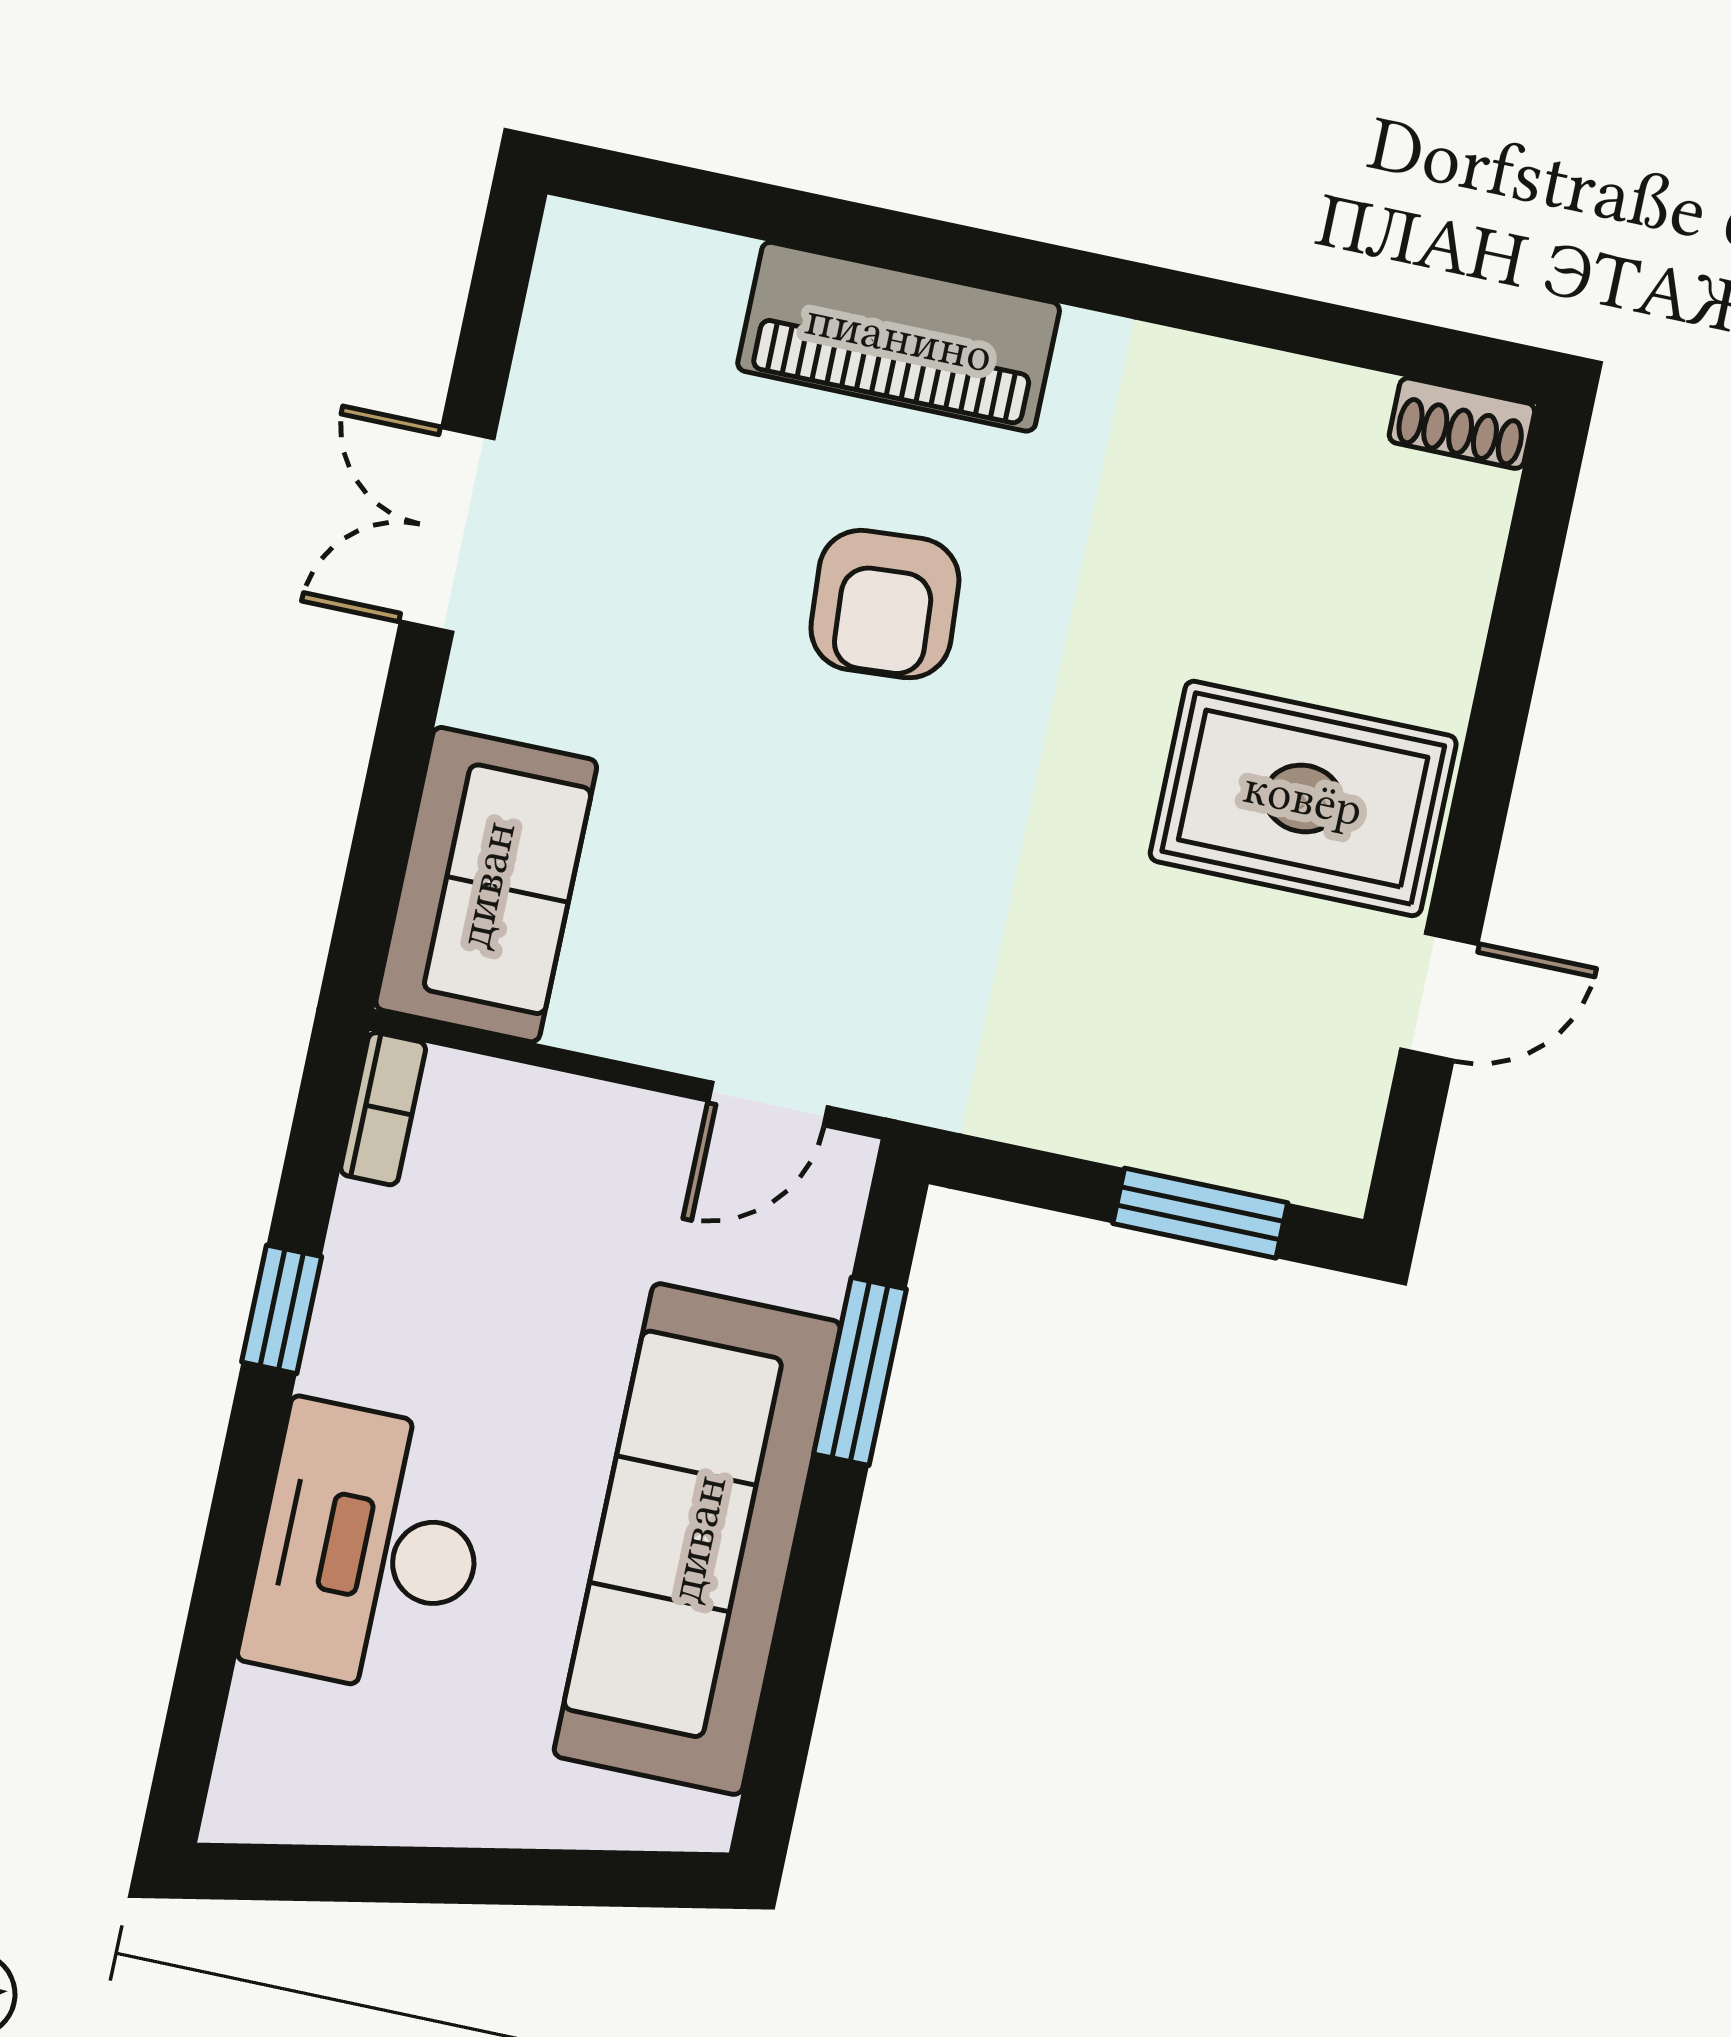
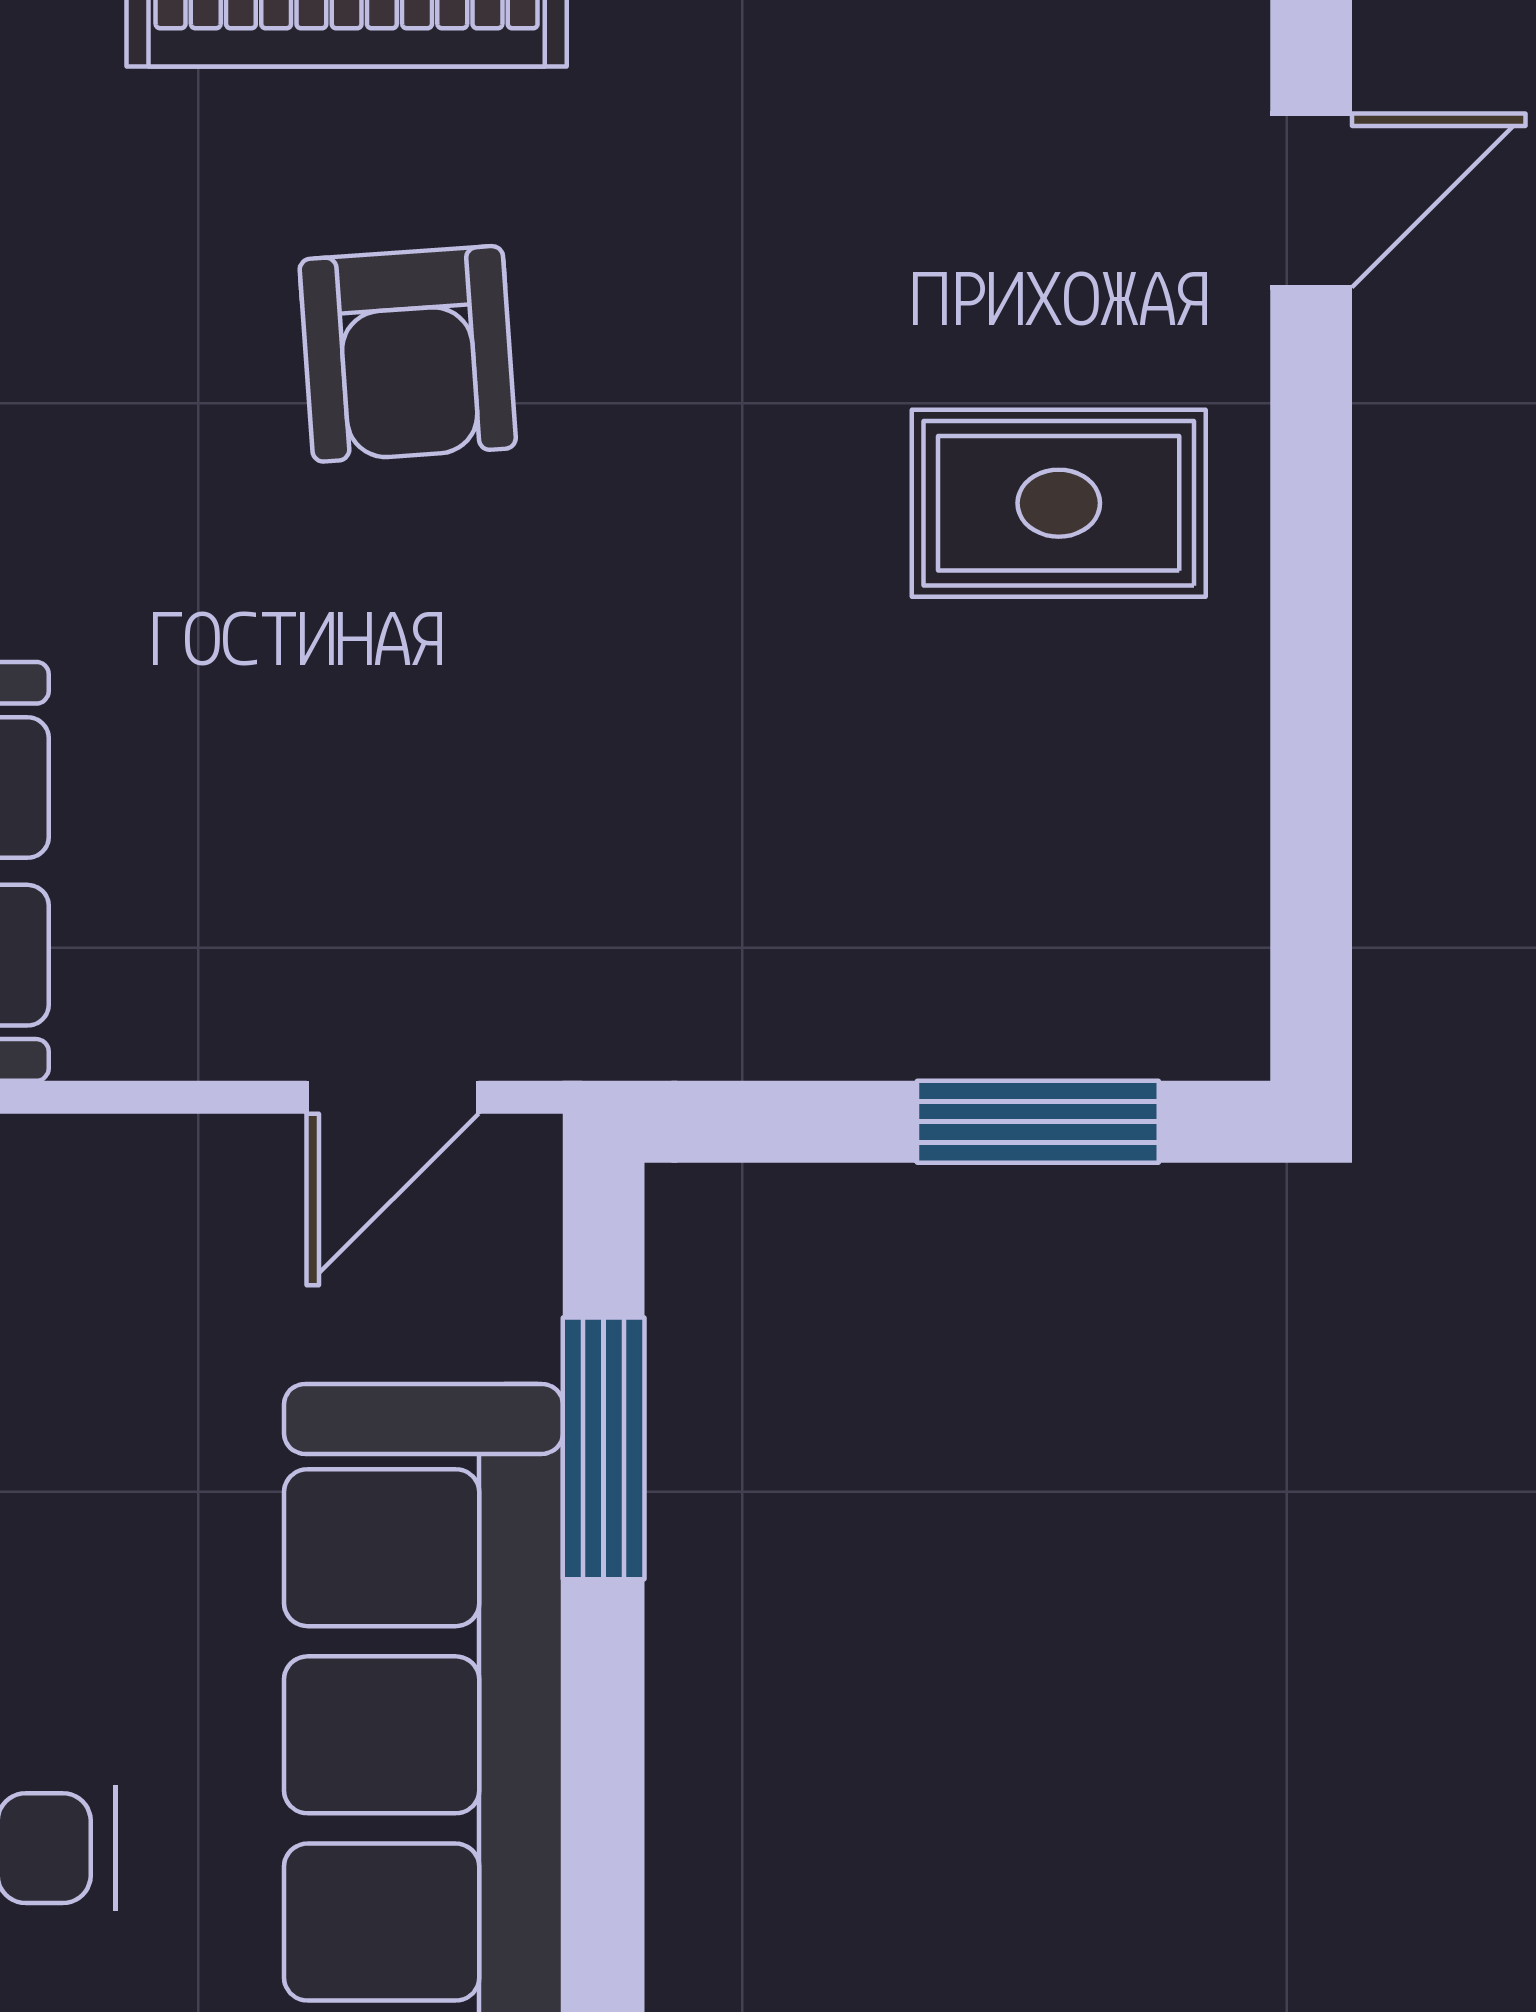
rug: (1303, 798) -> (1059, 503), width x0.73, depth x0.70
door: (1439, 997) -> (1311, 201), moved

